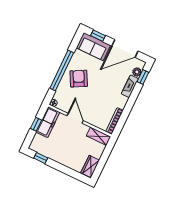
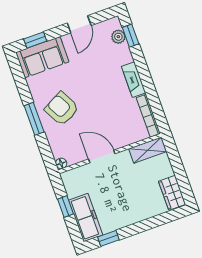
door: (125, 49) -> (79, 24), width x0.53
window: (62, 71) -> (34, 119), width x0.47
fireplace: (130, 86) -> (134, 80), moved
freezer: (48, 122) -> (86, 218), moved

